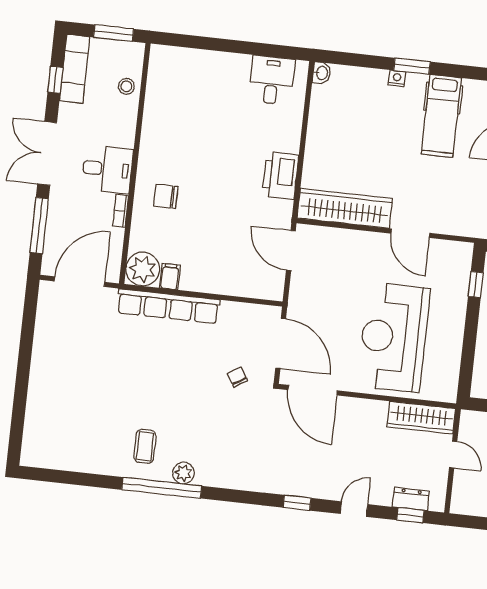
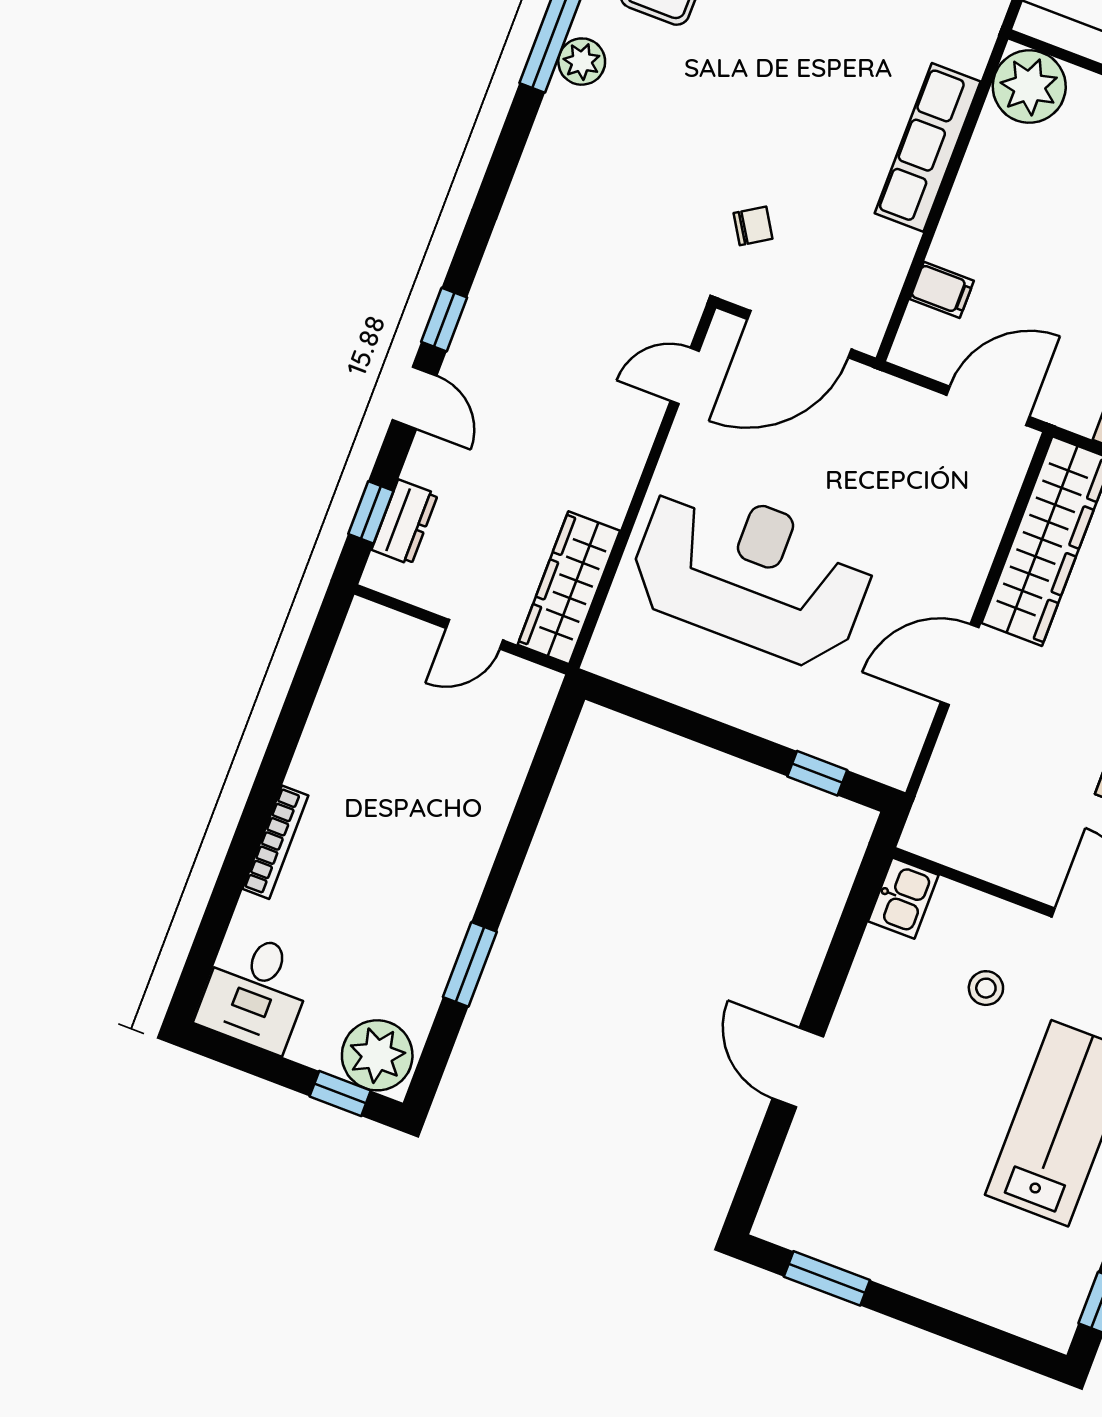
filing cabinet: (170, 277) -> (942, 290), moved
row of seats: (168, 306) -> (928, 147), width x0.73
door: (313, 390) -> (685, 376), width x0.53
window: (297, 503) -> (444, 320), moved

